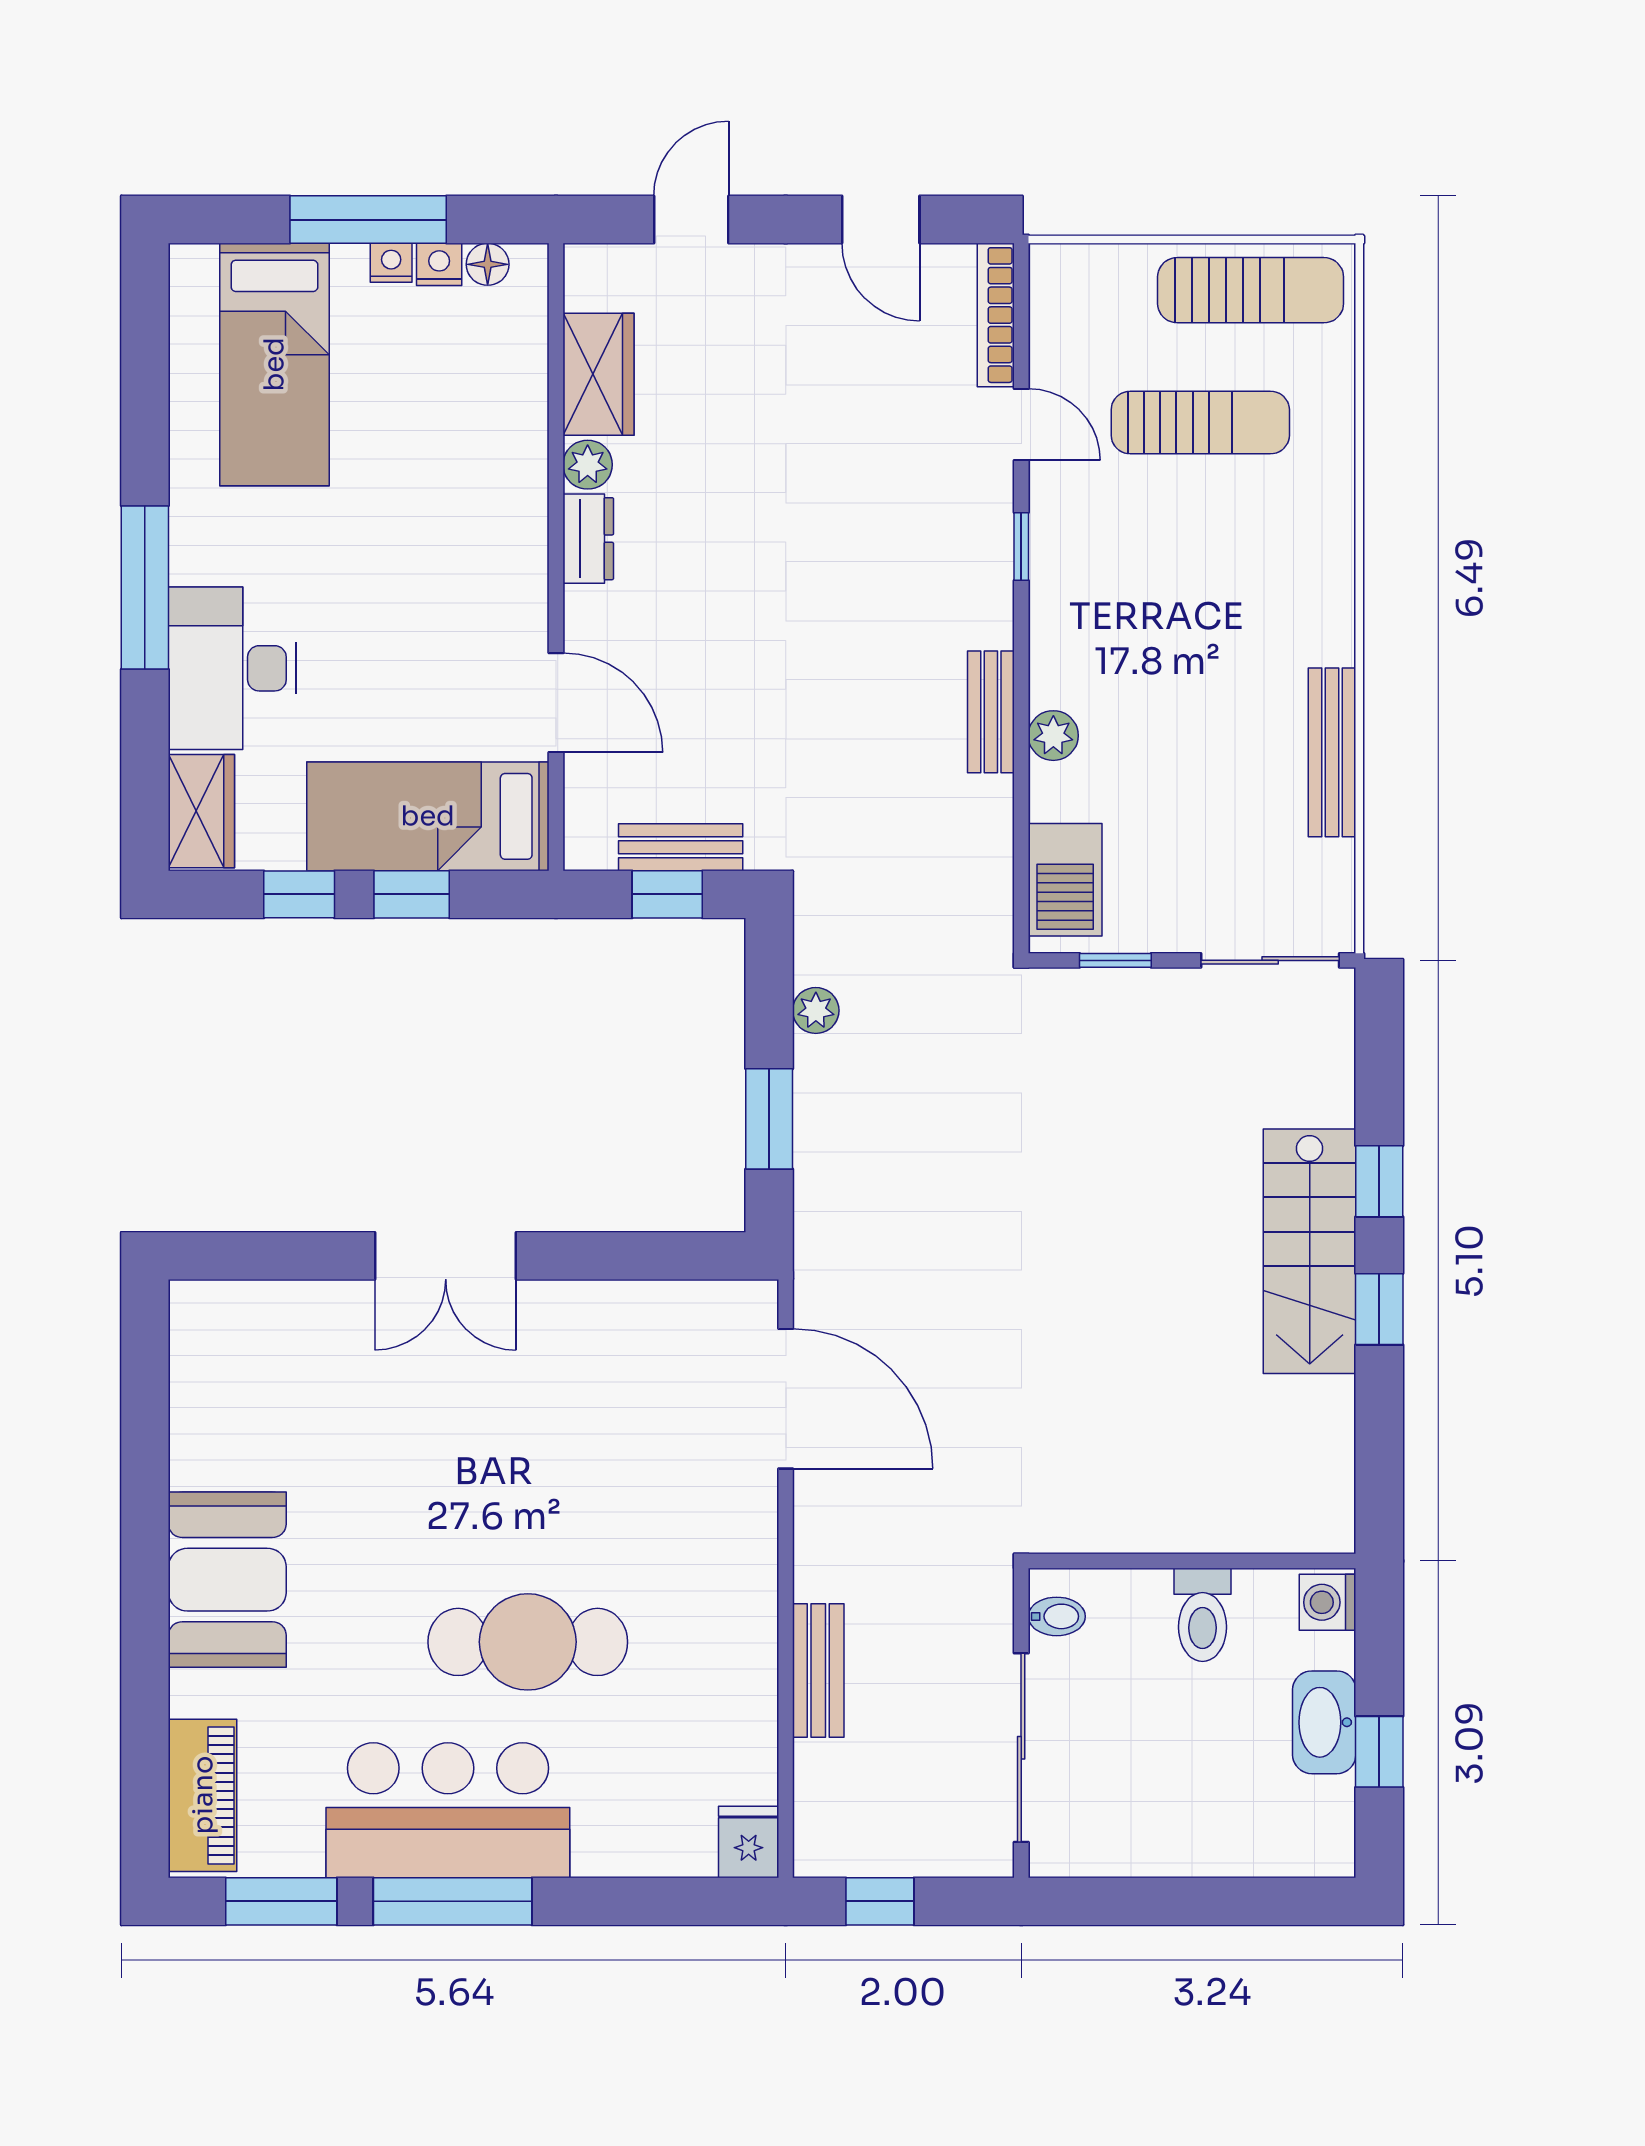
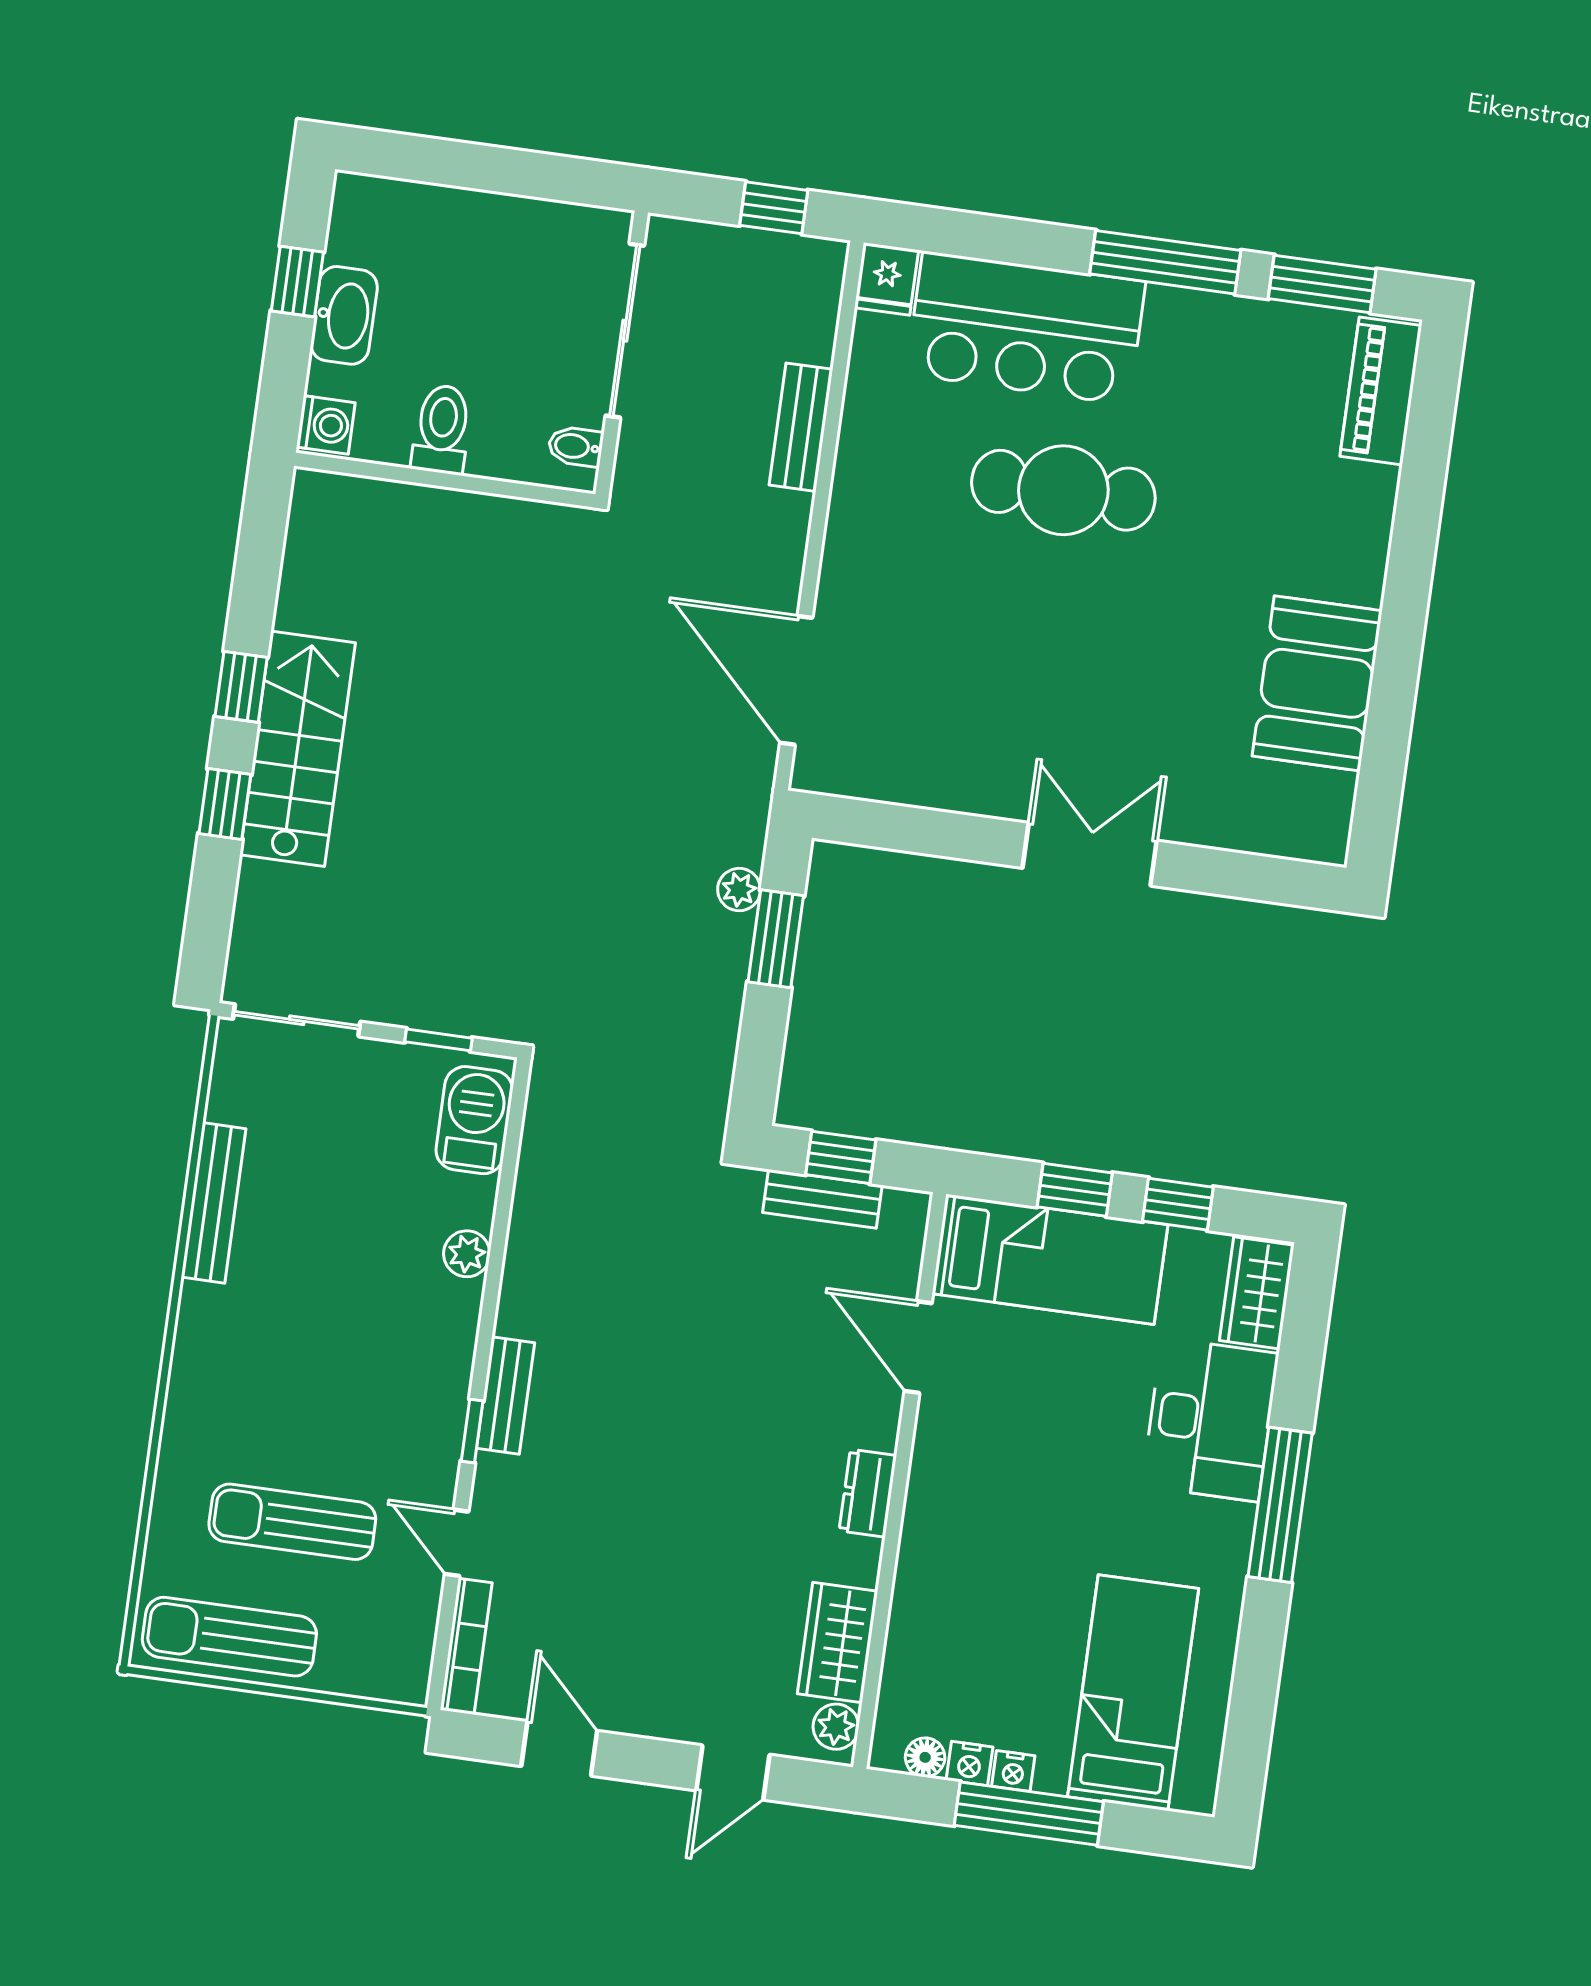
plant: (588, 465) -> (836, 1727), moved
bench: (991, 712) -> (505, 1395), moved
plant: (816, 1010) -> (739, 890), moved
booth: (227, 1580) -> (1317, 683), moved
bar counter: (448, 1810) -> (1026, 328), moved

